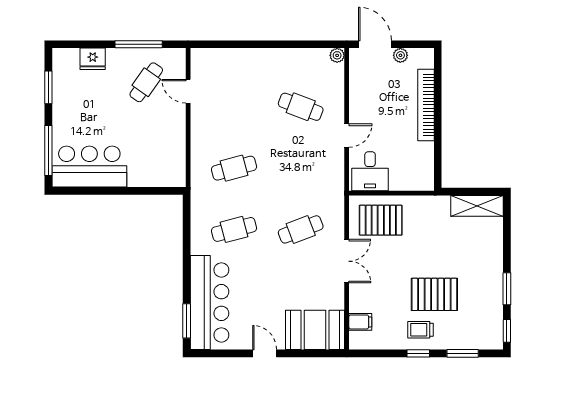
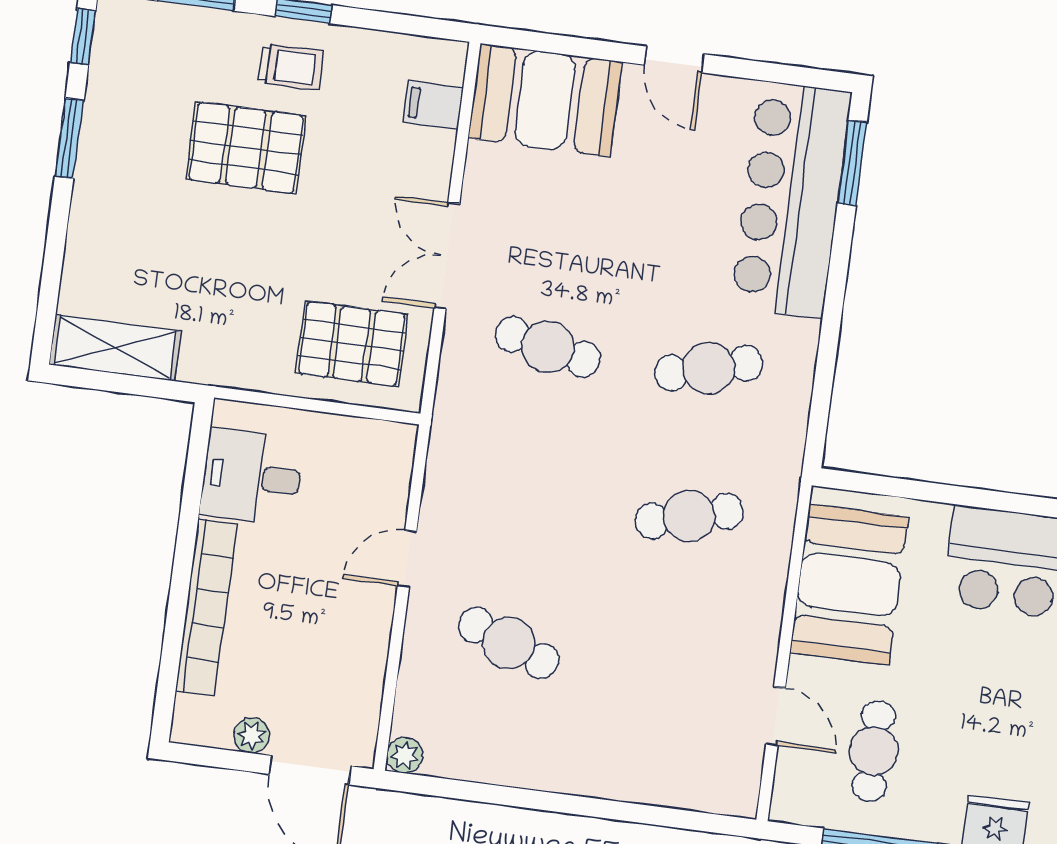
cafe table: (146, 82) -> (874, 751), turned -35
booth: (165, 149) -> (849, 585), added
desk: (370, 171) -> (252, 477), moved, turned -90
cafe table: (301, 229) -> (548, 347), turned 33

